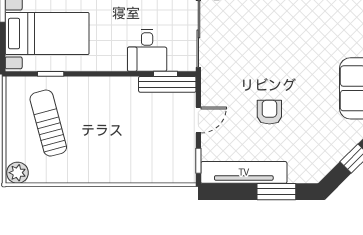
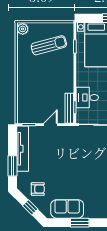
armchair: (269, 112) -> (38, 189), moved
door: (198, 120) -> (50, 125), swing flipped

